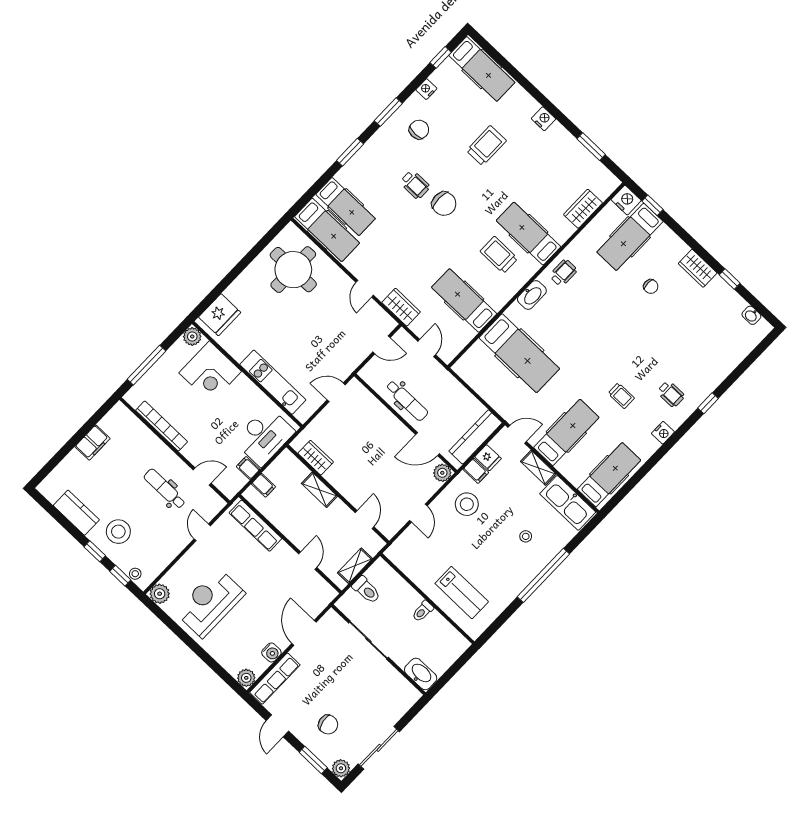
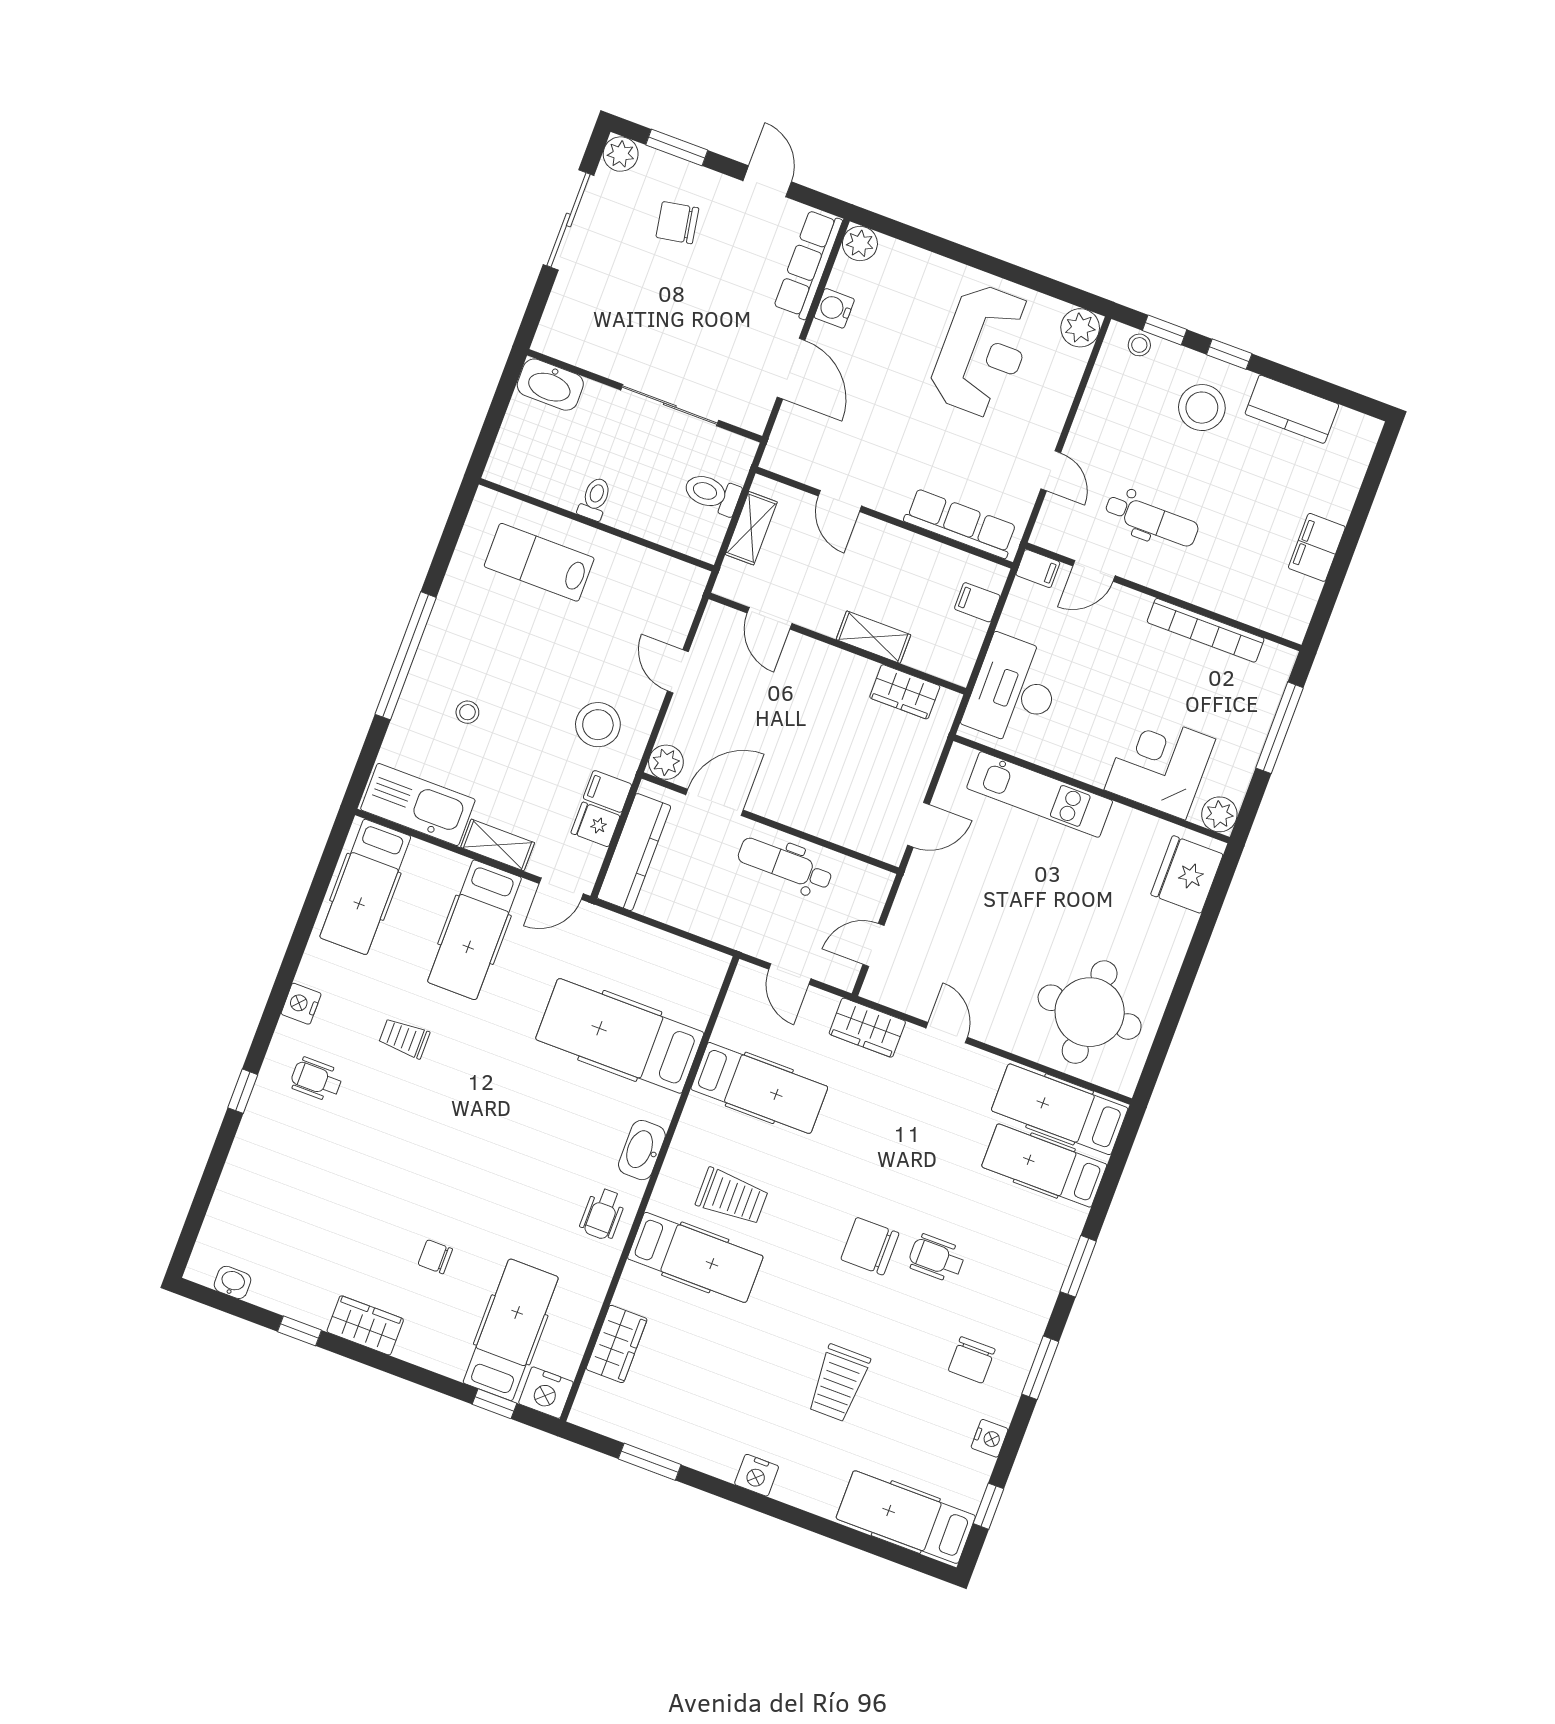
filing cabinet: (248, 468) -> (1038, 569), moved

